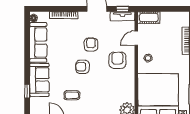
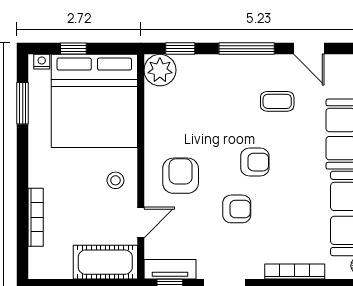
cot: (149, 18) -> (105, 262), width x1.37, depth x1.34
armchair: (91, 45) -> (237, 209), turned -90
armchair: (117, 60) -> (181, 176), turned 180

